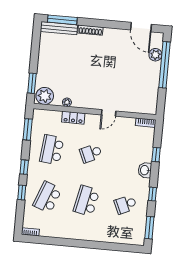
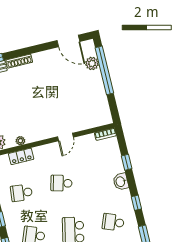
locker: (73, 118) -> (21, 156), moved
school desk: (52, 150) -> (21, 193), width x0.54
school desk: (91, 153) -> (61, 183), turned 39
school desk: (125, 204) -> (113, 222), turned 45

